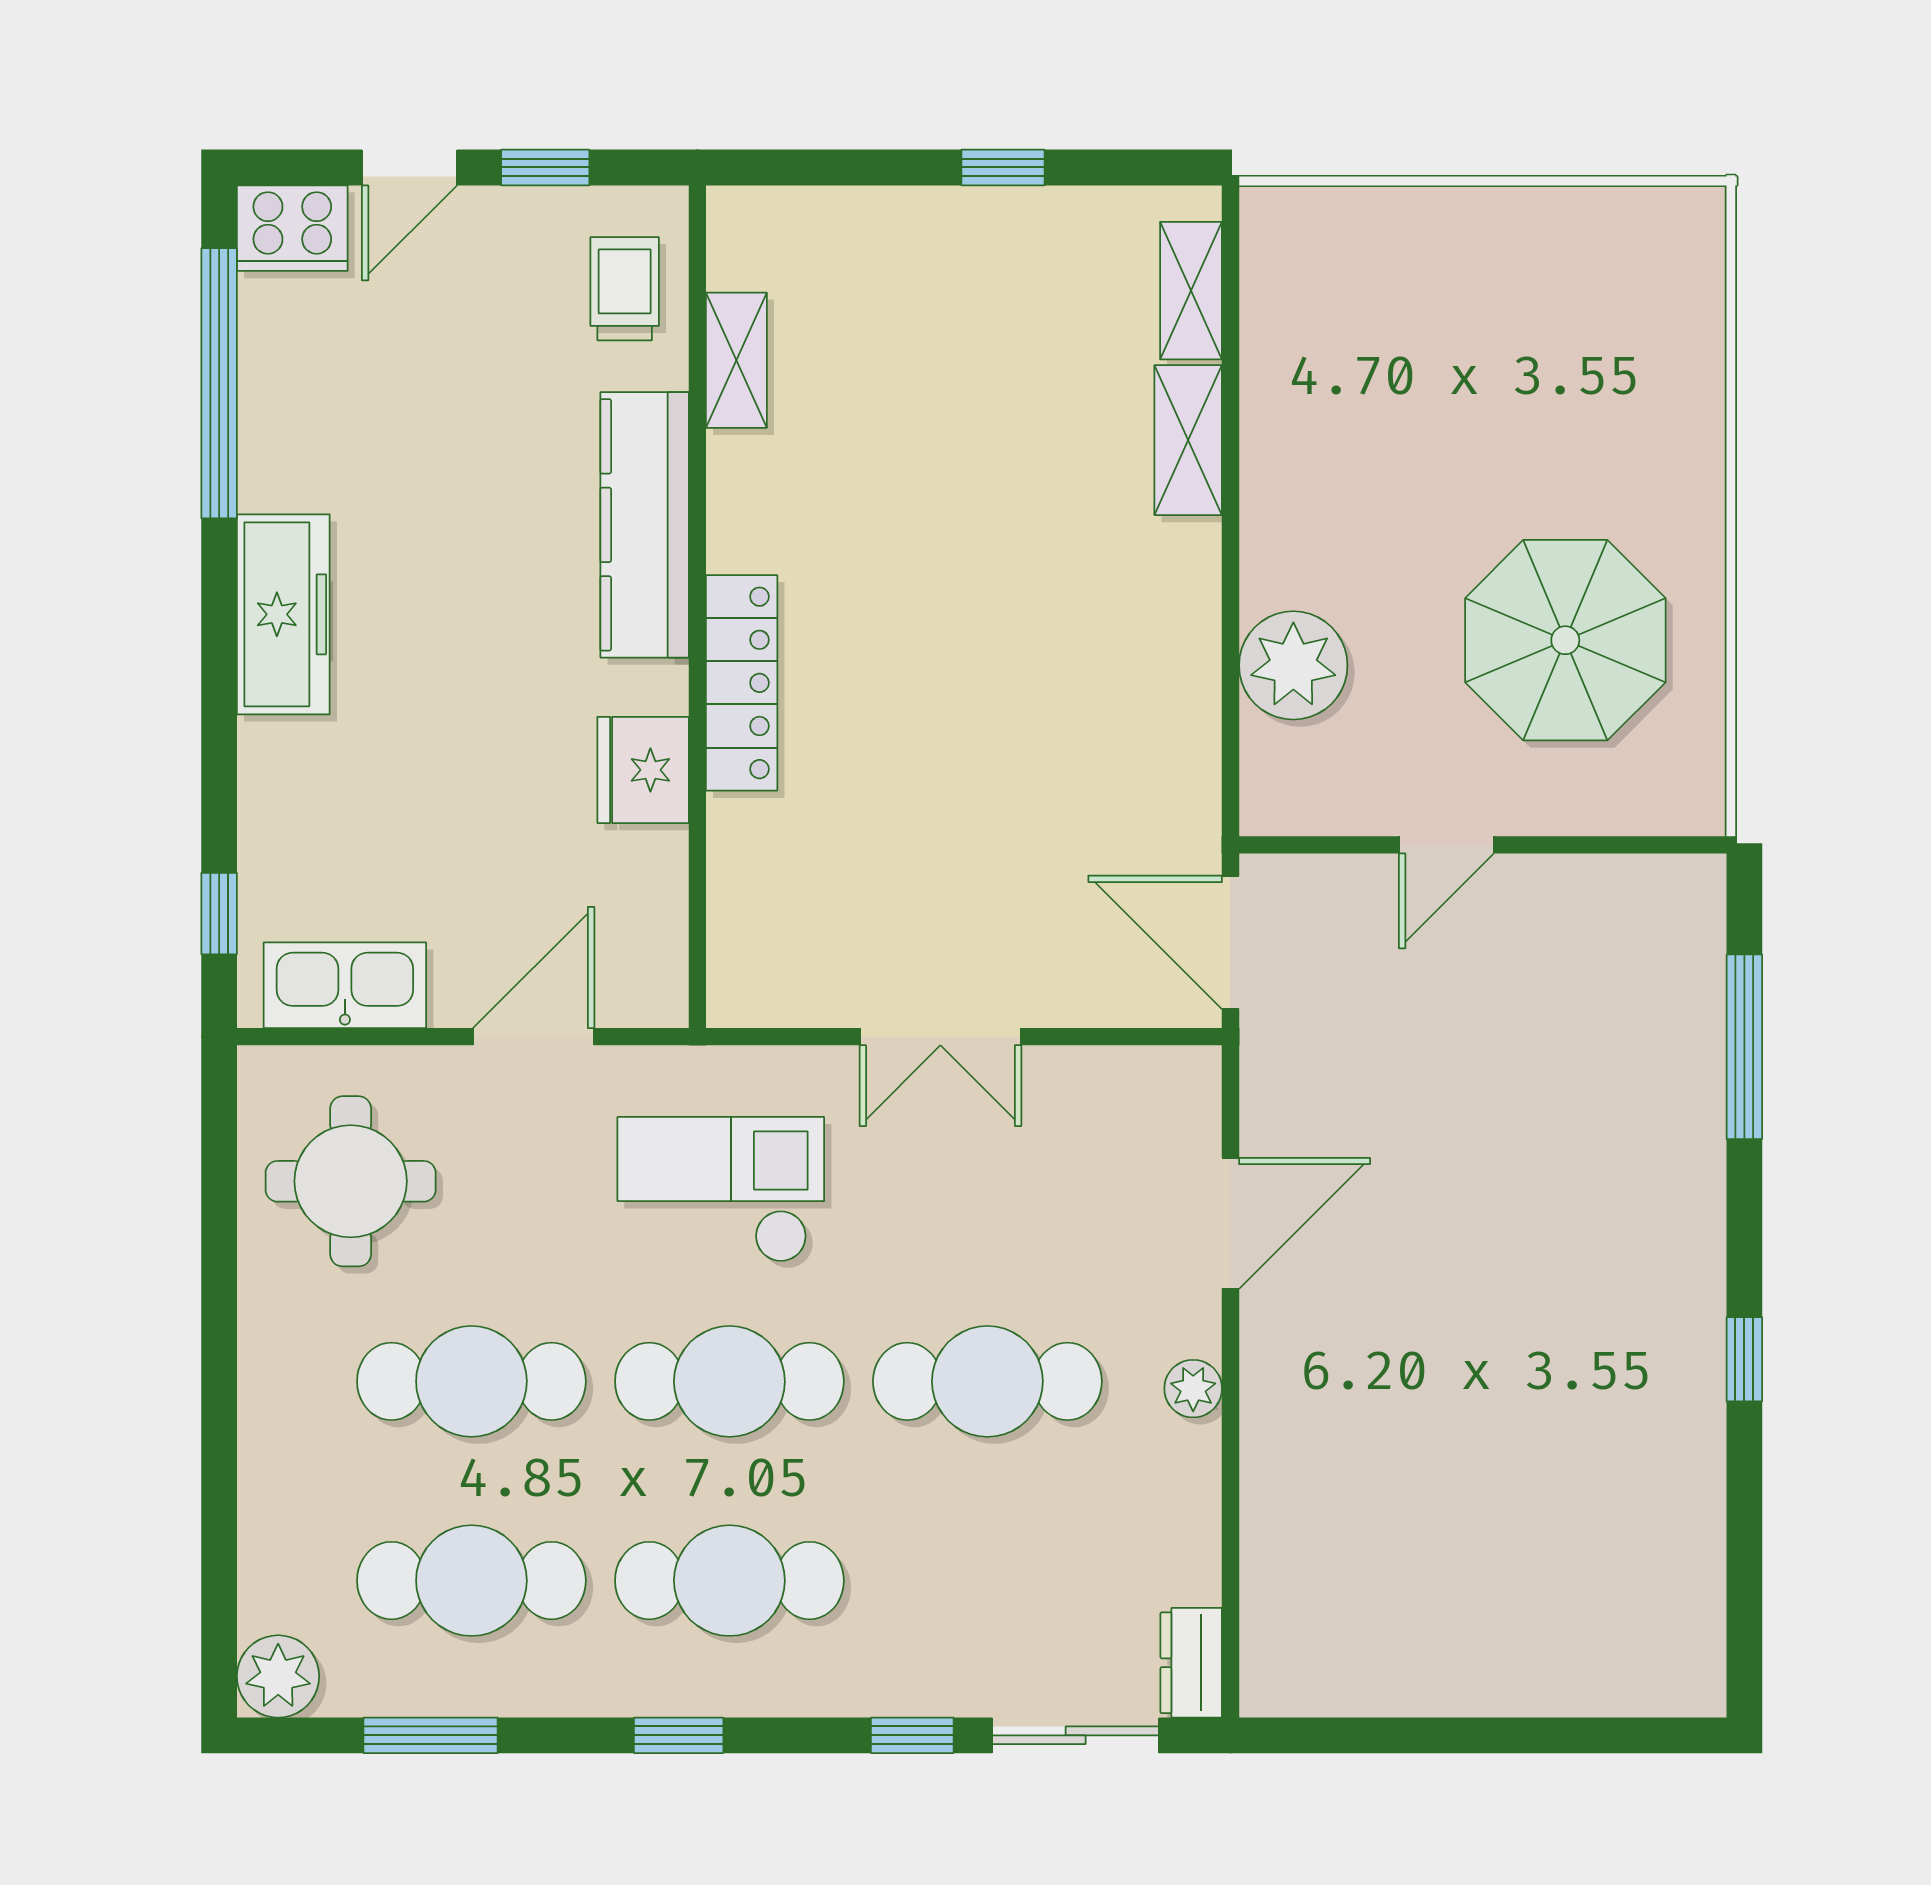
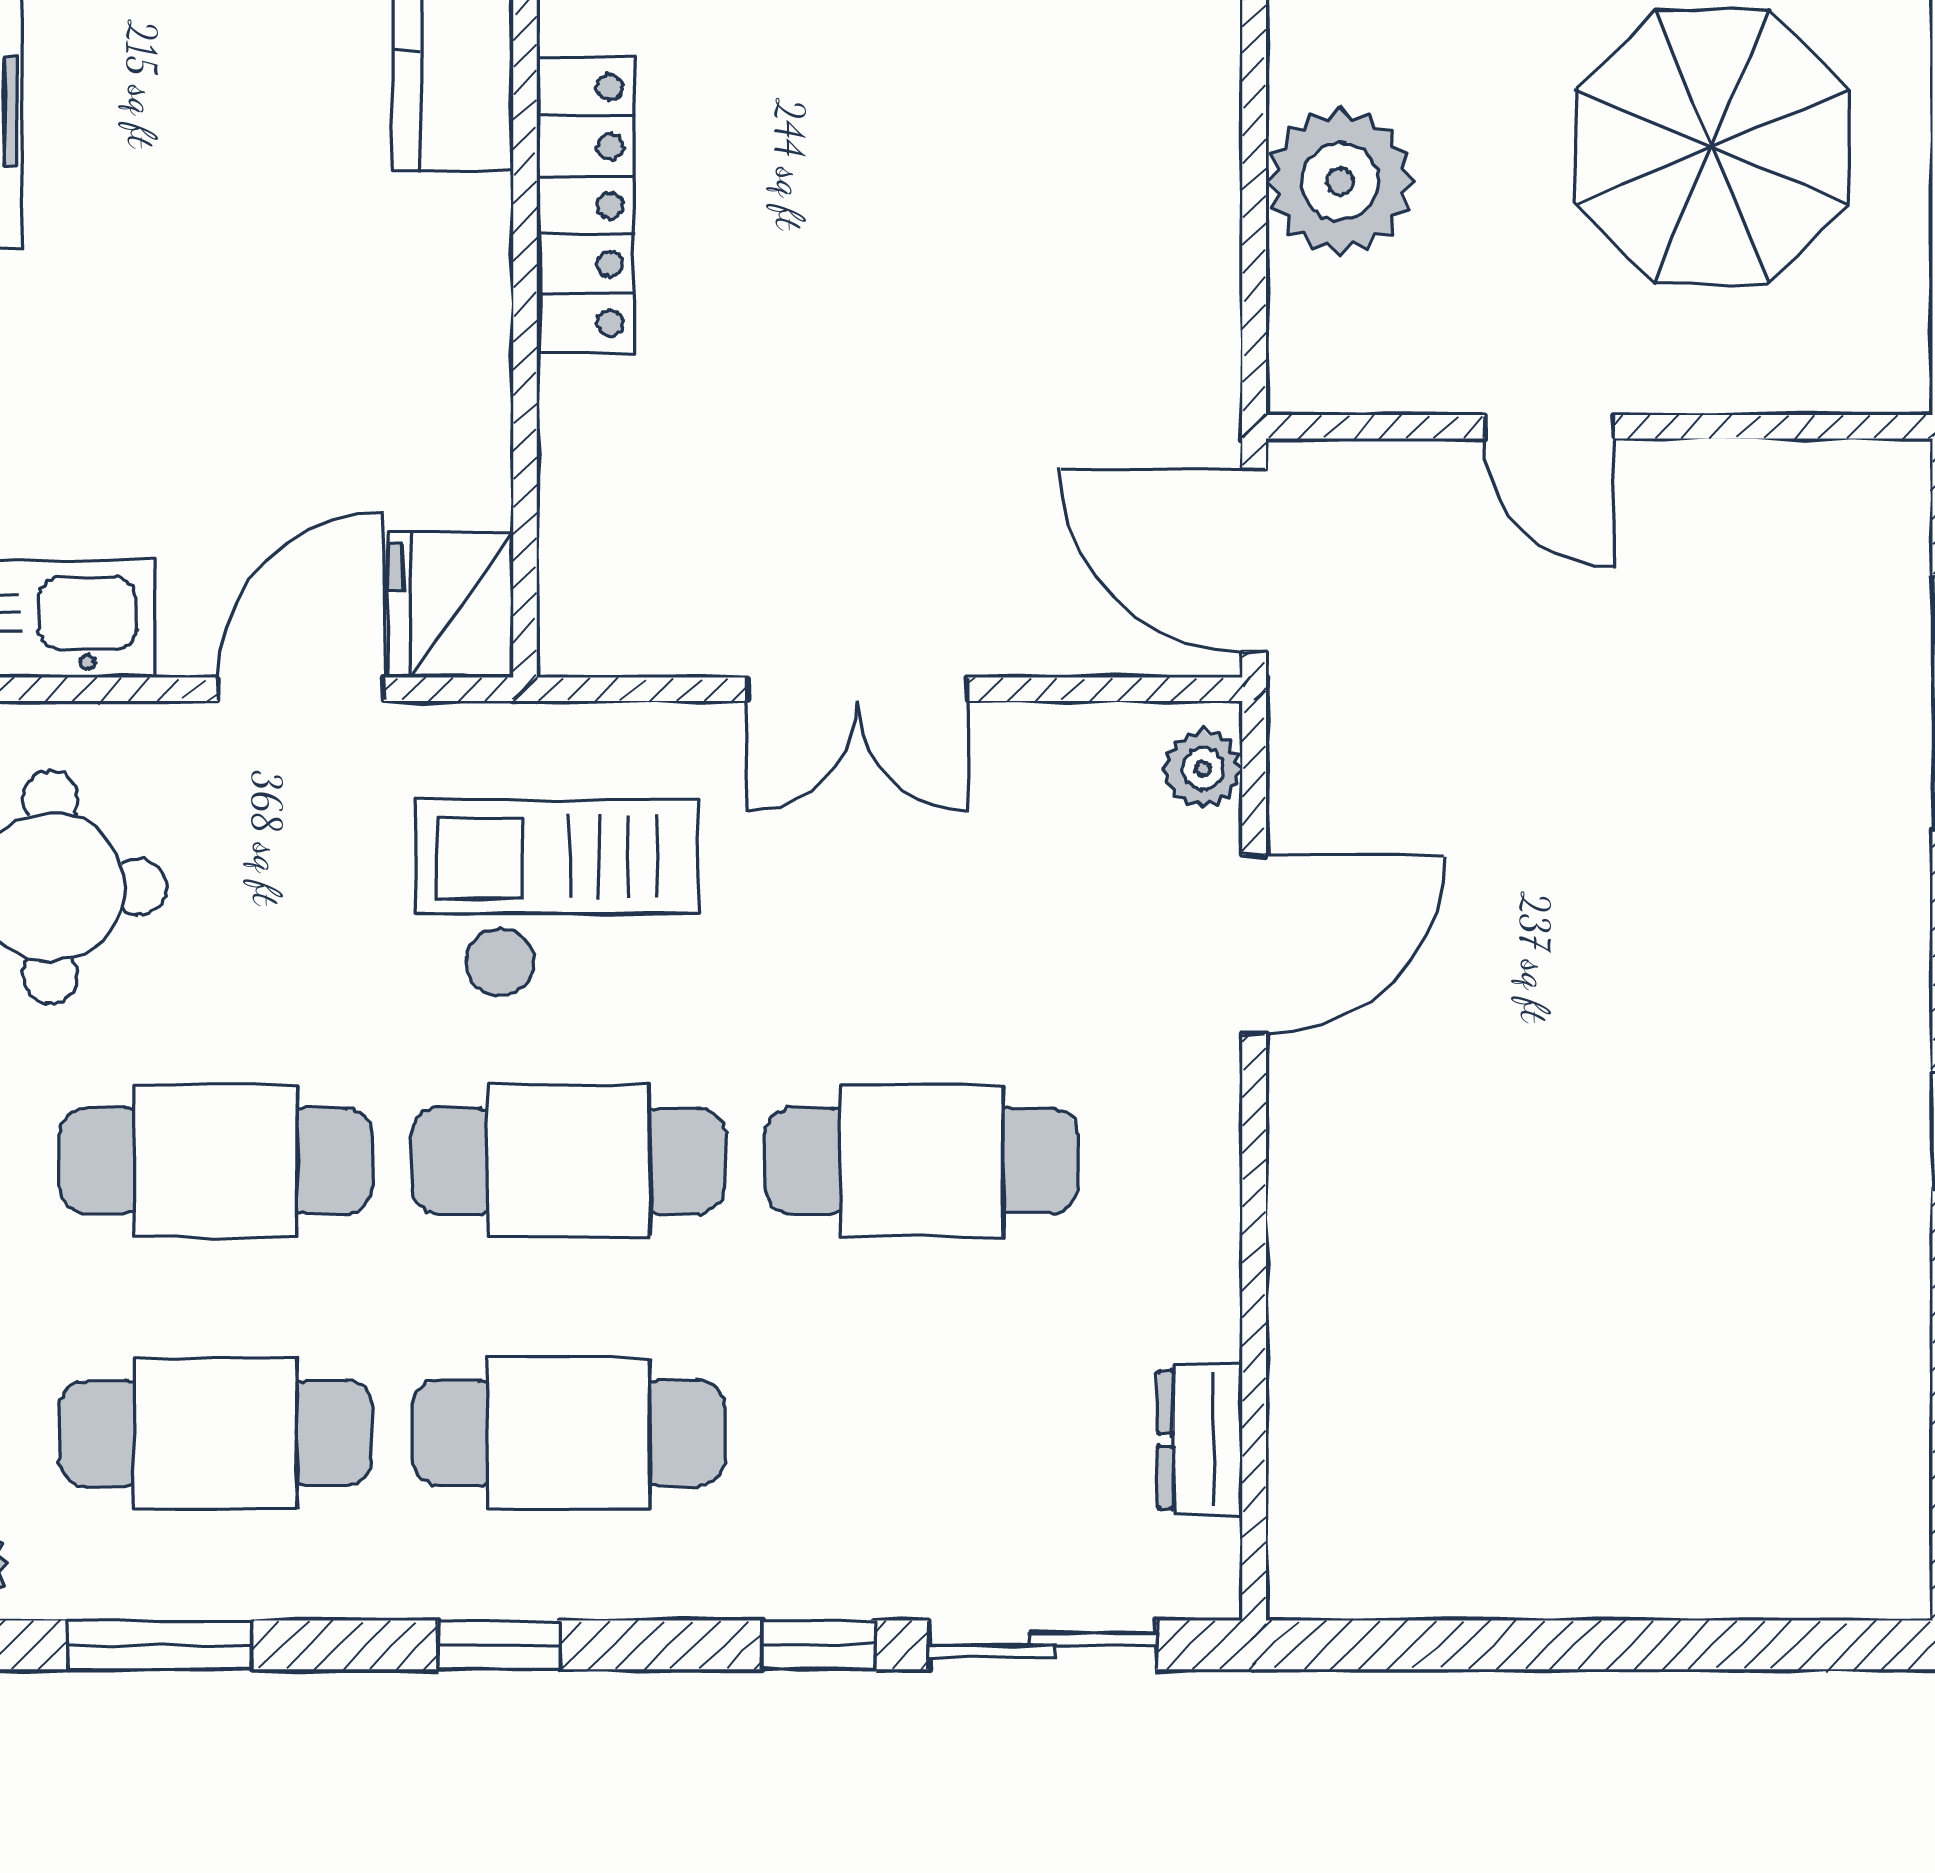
fridge: (643, 770) -> (451, 605), moved
door: (1446, 845) -> (1549, 427), hinge flipped
plant: (1193, 1389) -> (1203, 769), moved
dresser: (1191, 1663) -> (1200, 1440), moved

